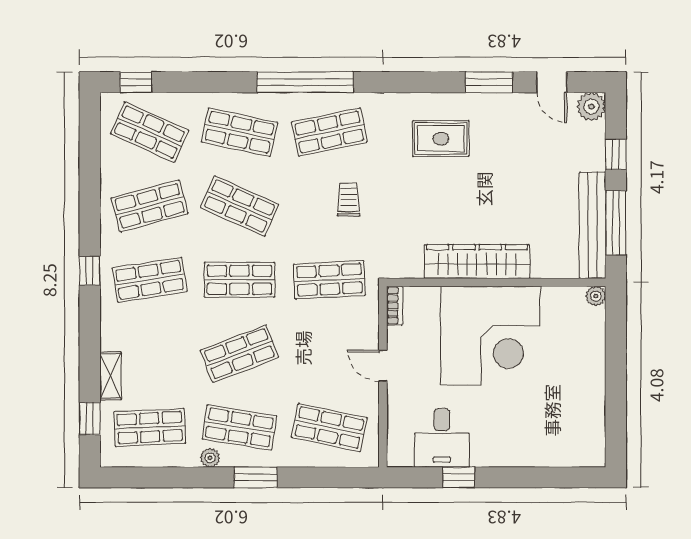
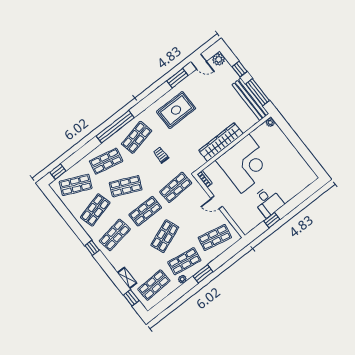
rug: (441, 139) -> (176, 110), width x1.36, depth x1.43
desk: (442, 438) -> (268, 202), moved

